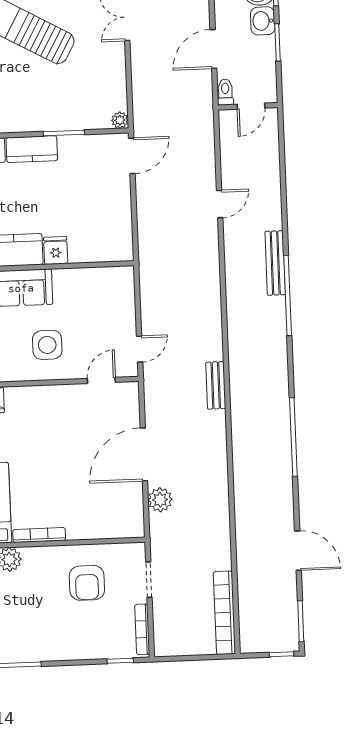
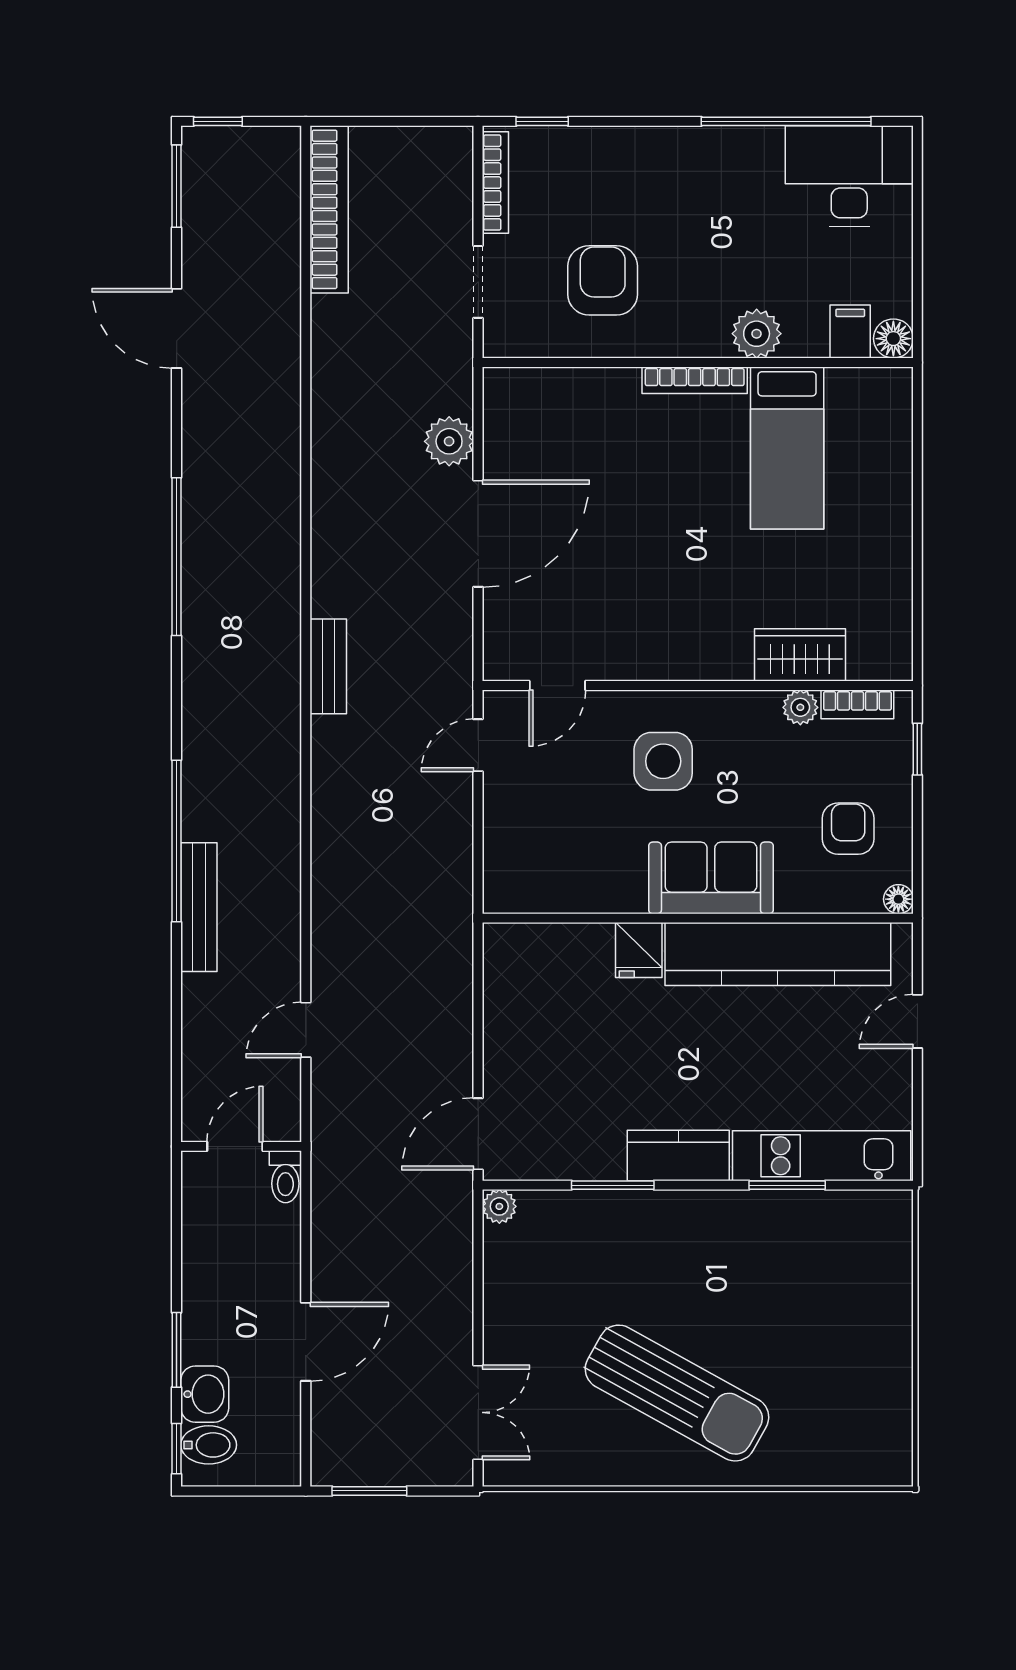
toilet: (225, 92) -> (285, 1177), moved
wall: (248, 106) -> (241, 1146), moved
door: (251, 106) -> (235, 1146), moved

